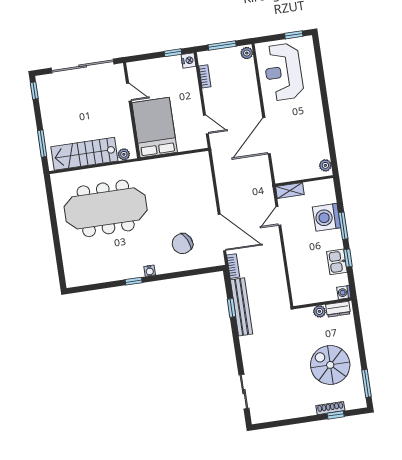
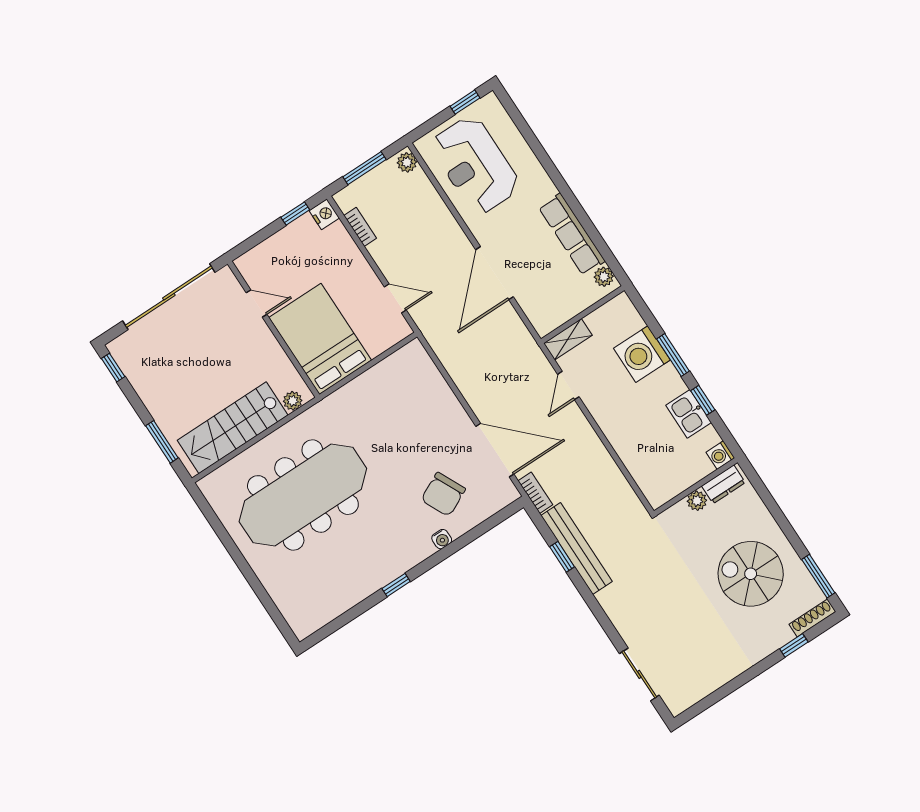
row of seats: (319, 134) -> (572, 234), added
water cooler: (150, 271) -> (442, 539), moved
shoe rack: (330, 408) -> (812, 618), moved

